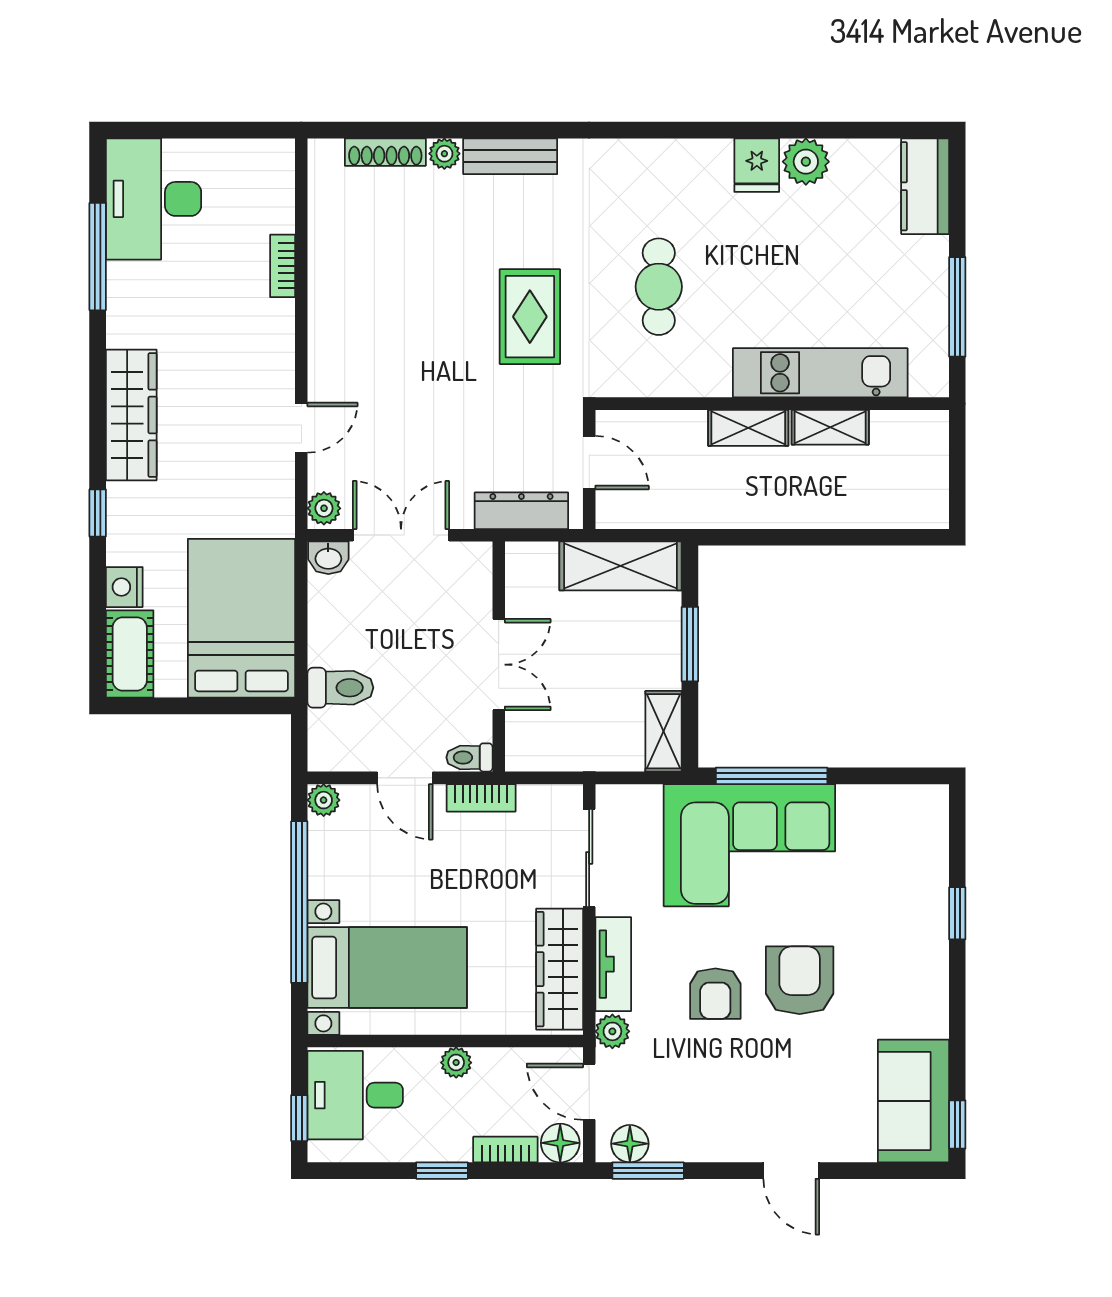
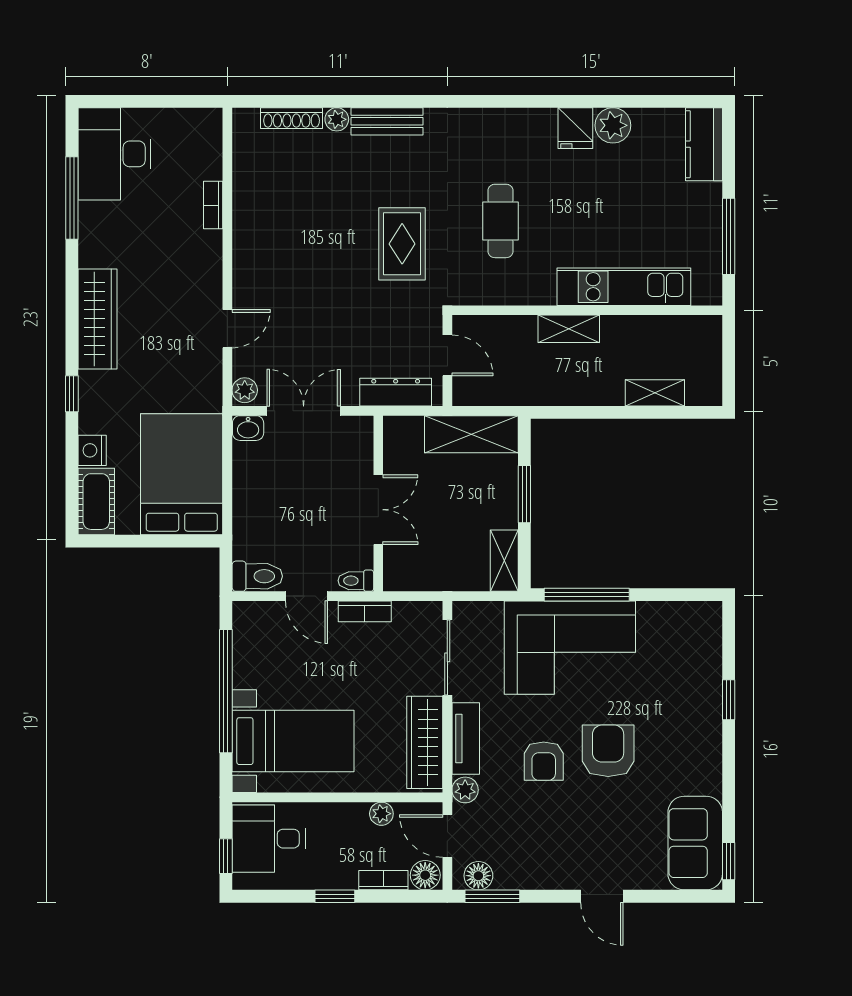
shelving: (830, 427) -> (655, 393), moved
toilet: (340, 688) -> (257, 576), moved
plant: (324, 800) -> (244, 613), removed
plant: (456, 1063) -> (381, 814), moved

